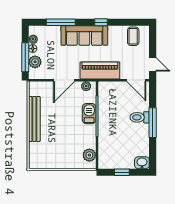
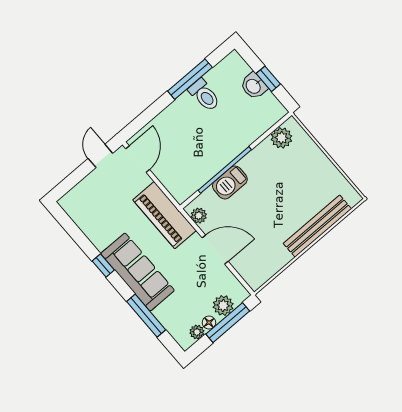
coffee table: (133, 36) -> (86, 210), removed
toilet: (140, 117) -> (204, 95), moved
bench: (34, 119) -> (317, 226), moved
window: (153, 123) -> (190, 79), moved
washbasin: (142, 163) -> (254, 86), moved

